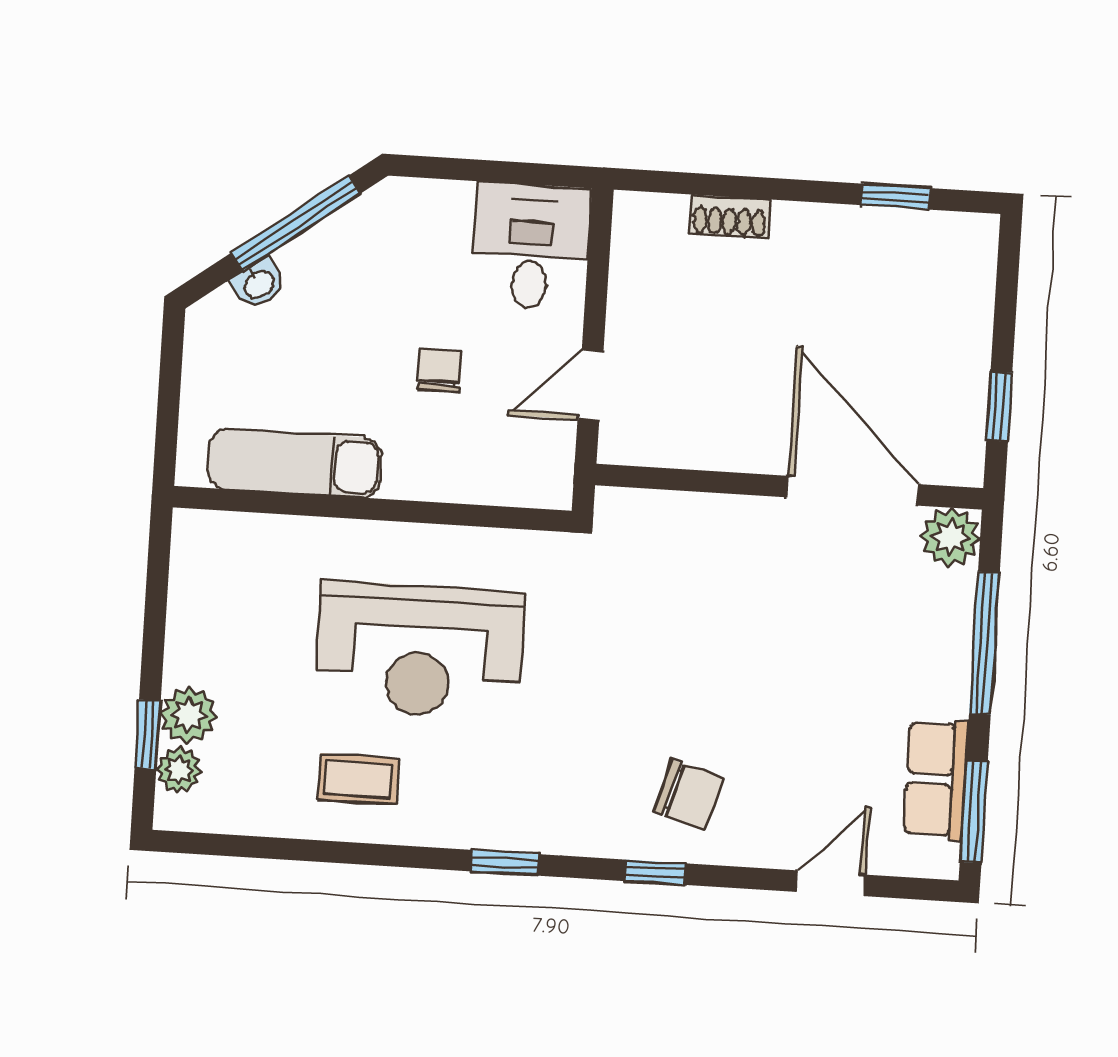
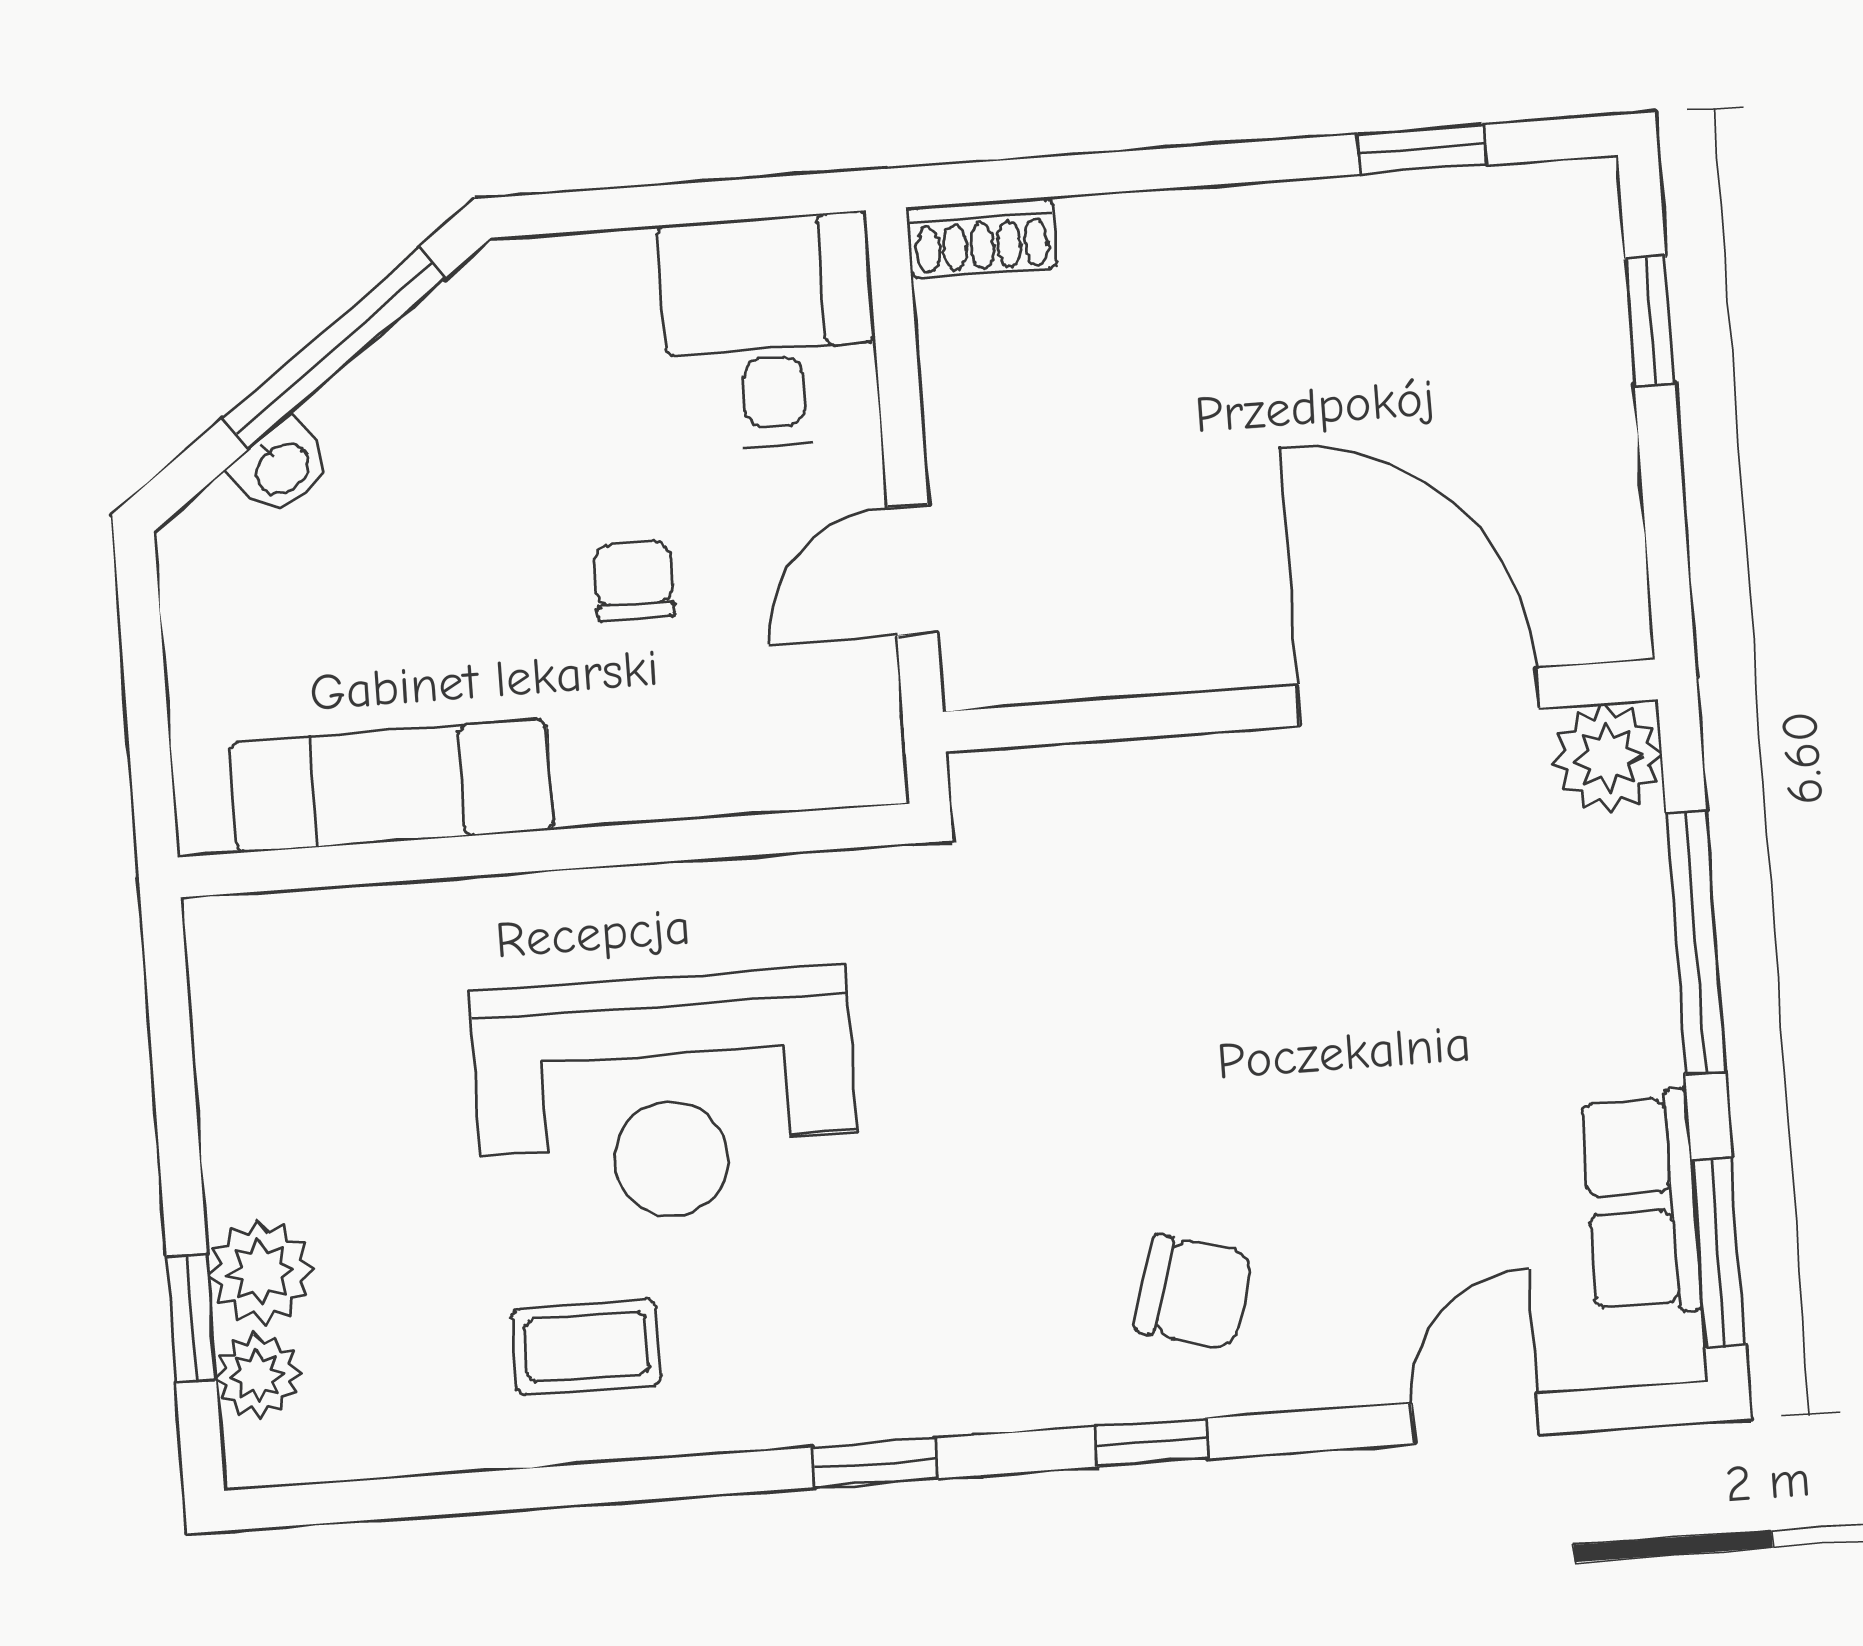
shoe rack: (730, 216) -> (982, 237), moved
window: (999, 407) -> (1650, 321), moved

